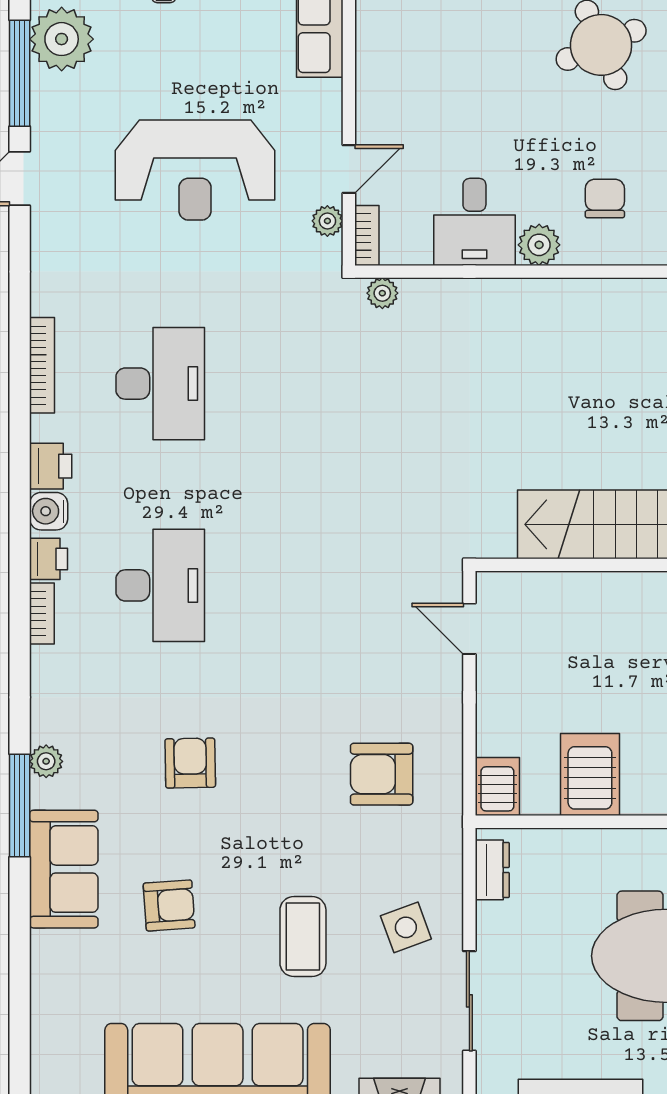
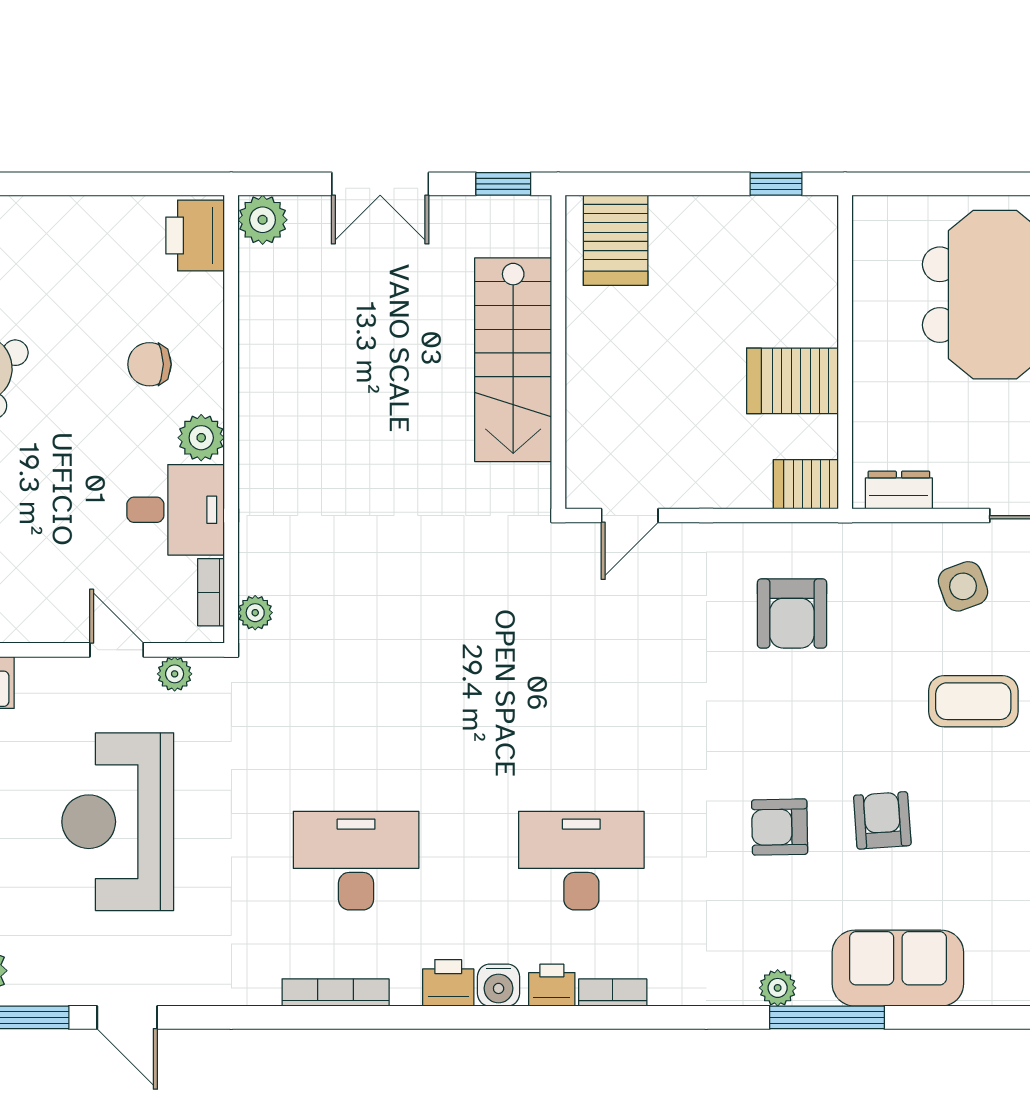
reception desk: (195, 170) -> (118, 822), turned 180
bookcase: (367, 236) -> (211, 592), moved, turned -90
armchair: (169, 905) -> (882, 820), moved

